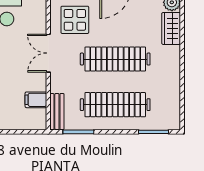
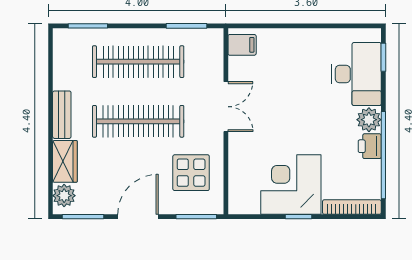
double door: (48, 53) -> (226, 107), moved
filing cabinet: (36, 100) -> (242, 45), moved
bench: (57, 112) -> (62, 115), moved

